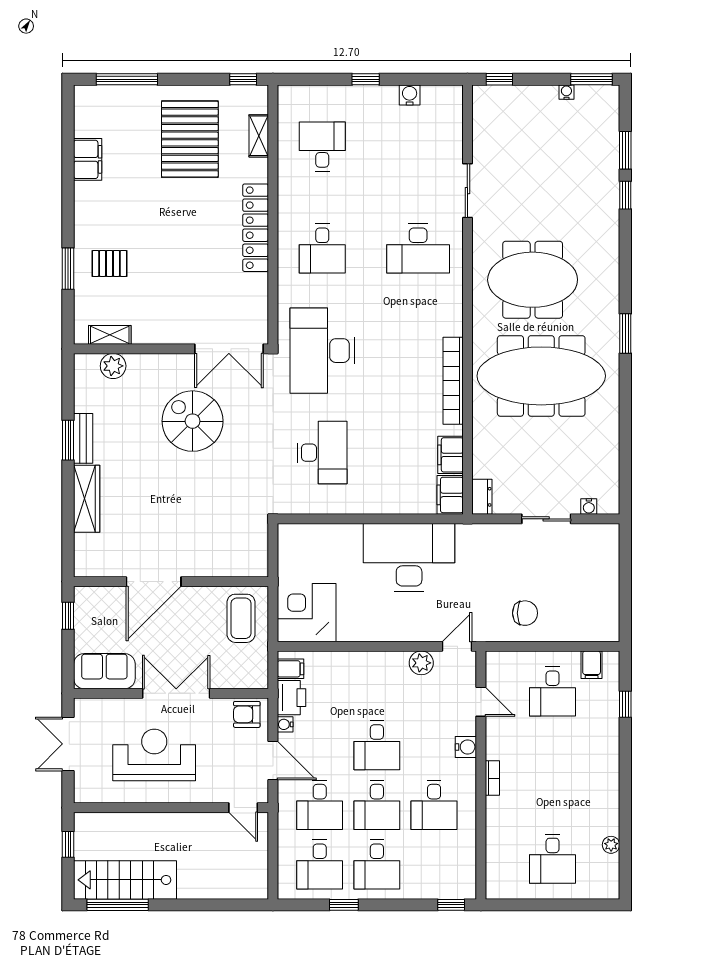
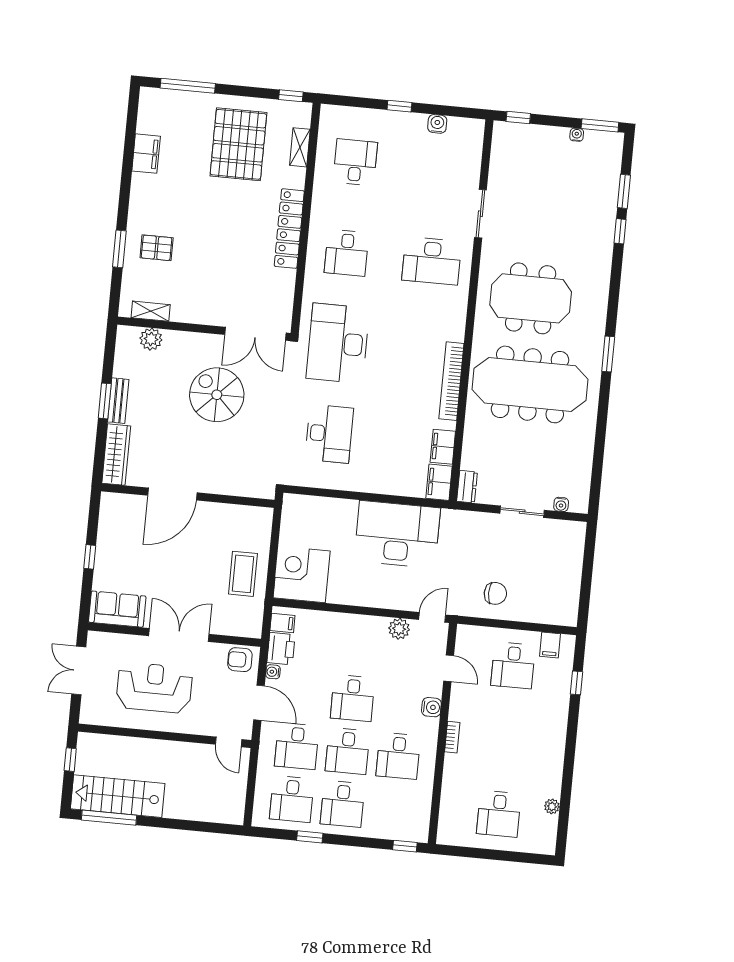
door: (154, 582) -> (172, 494), moved
wall: (171, 582) -> (188, 496), moved

